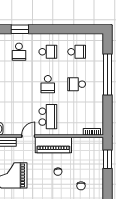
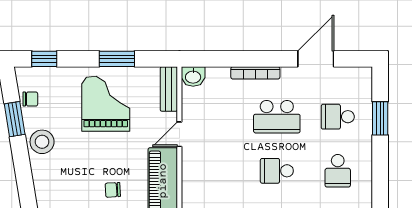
school desk: (48, 117) -> (277, 117), moved
door: (28, 136) -> (179, 134), swing flipped

